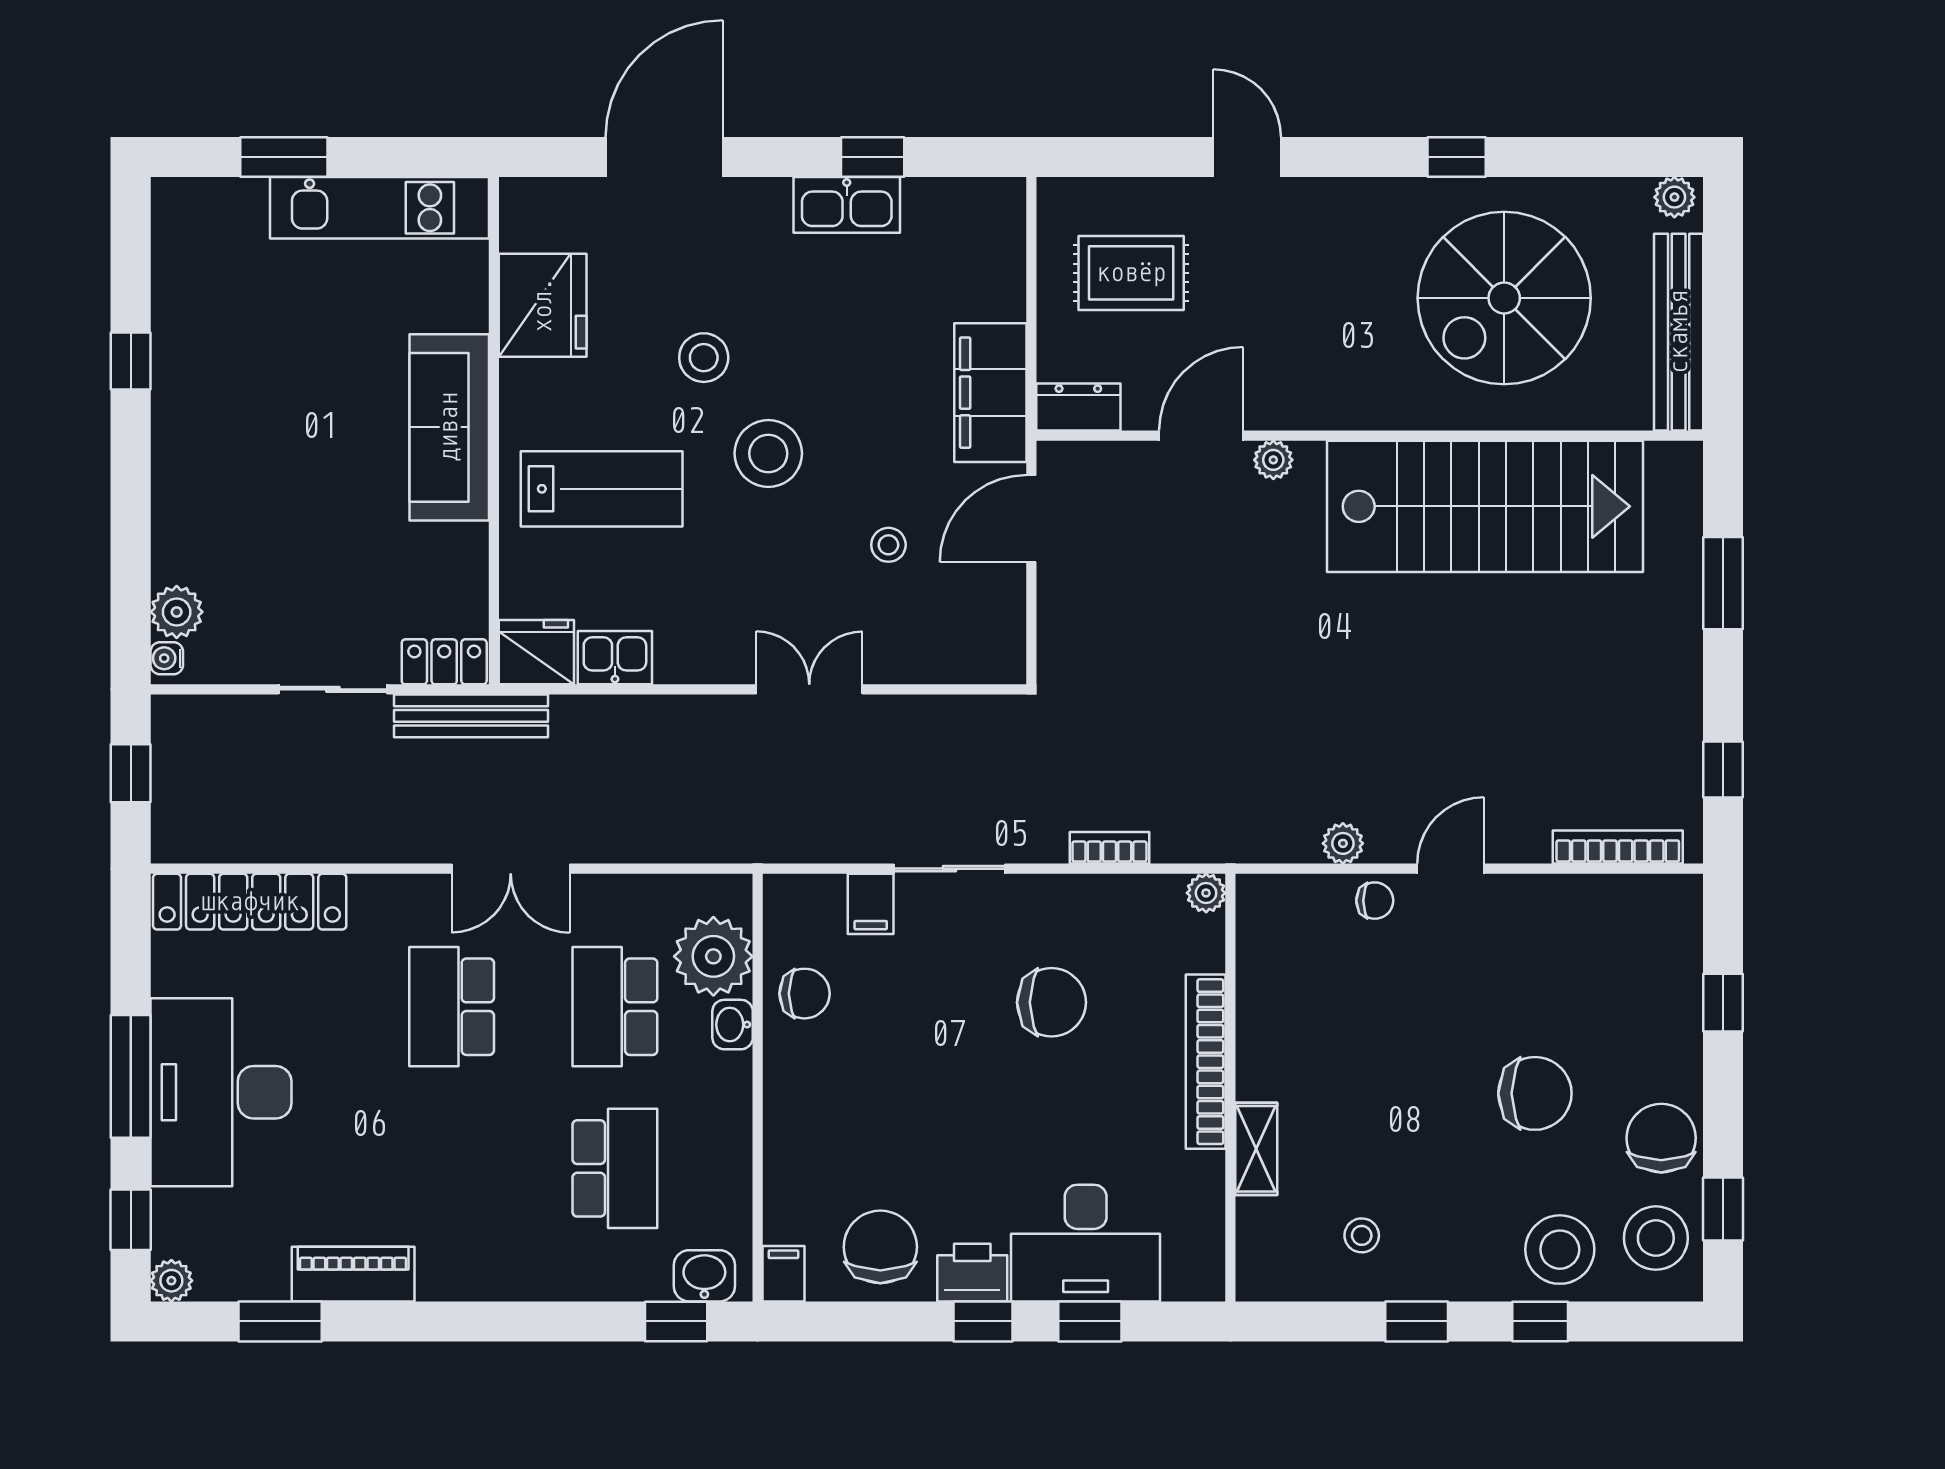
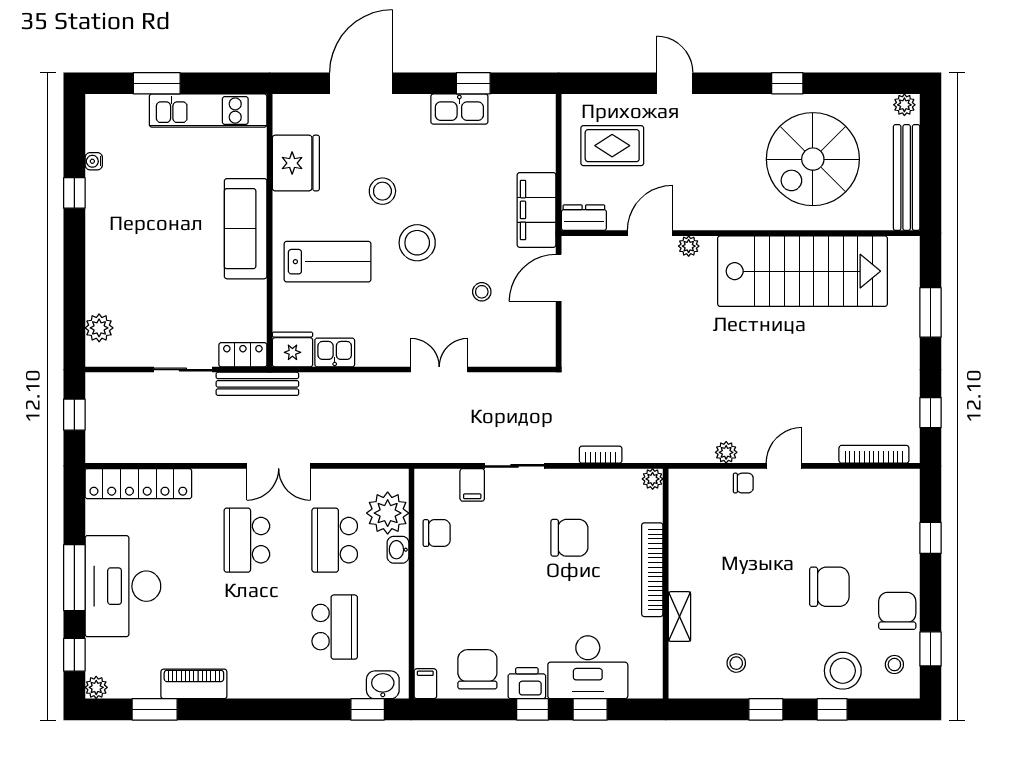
water cooler: (167, 658) -> (94, 161), moved
stool: (1656, 1238) -> (894, 665), width x0.53, depth x0.53

